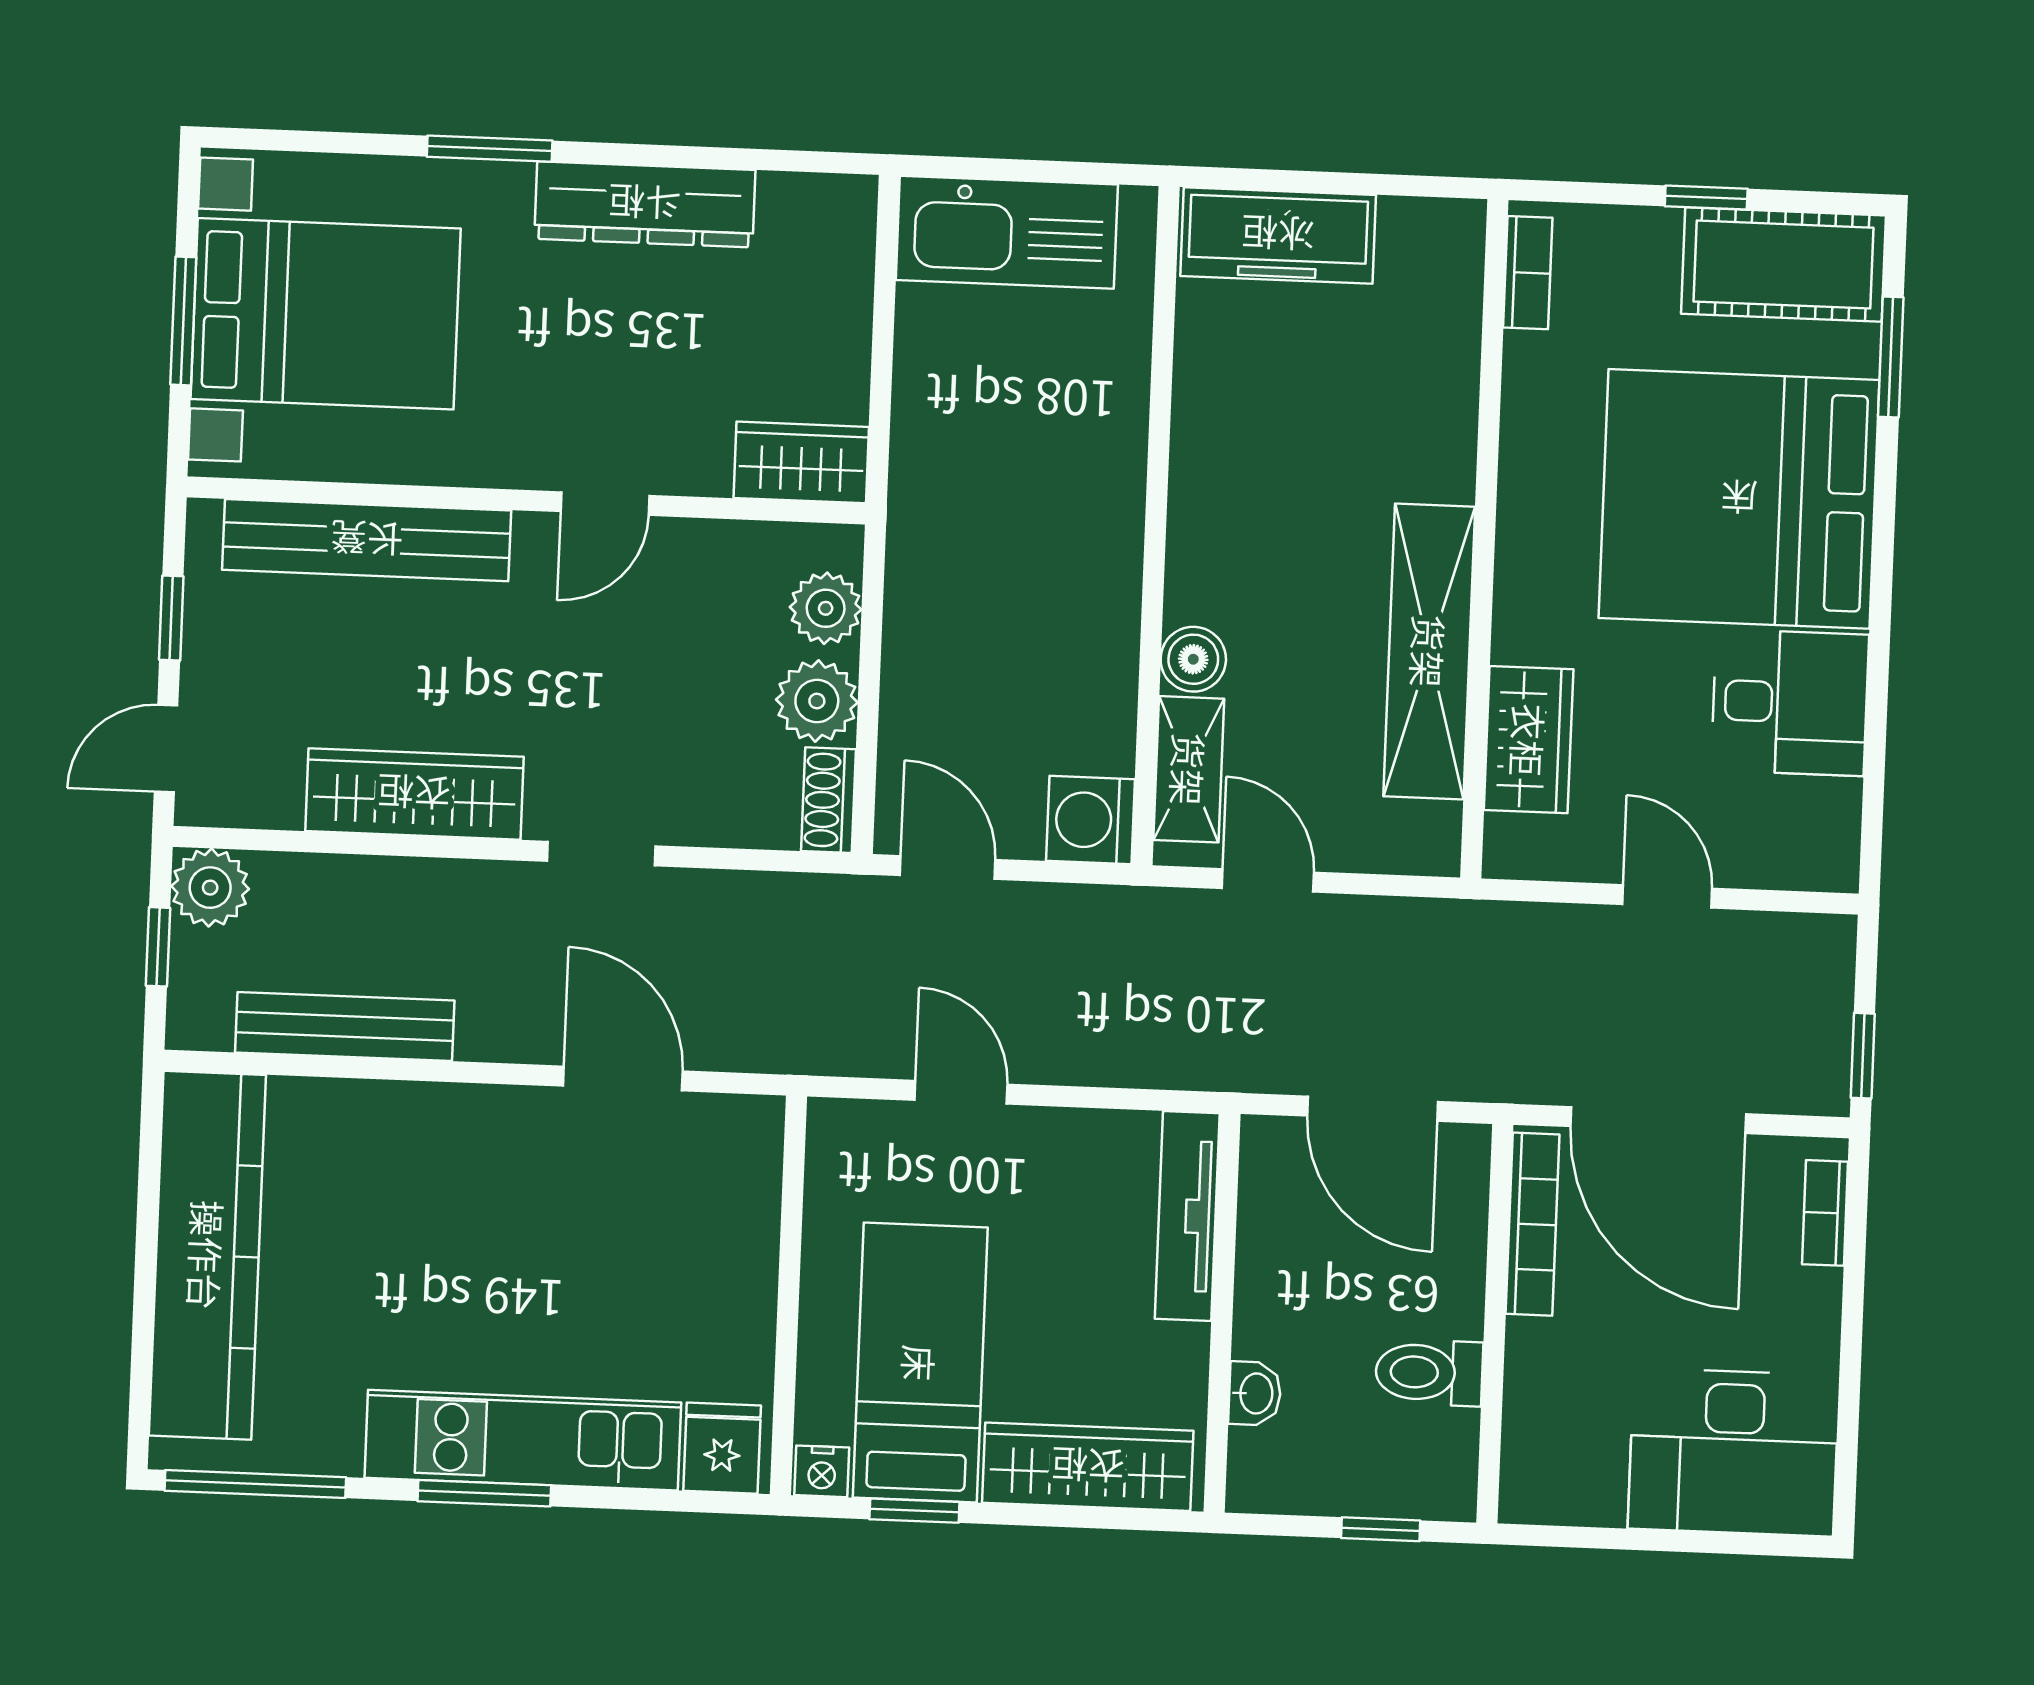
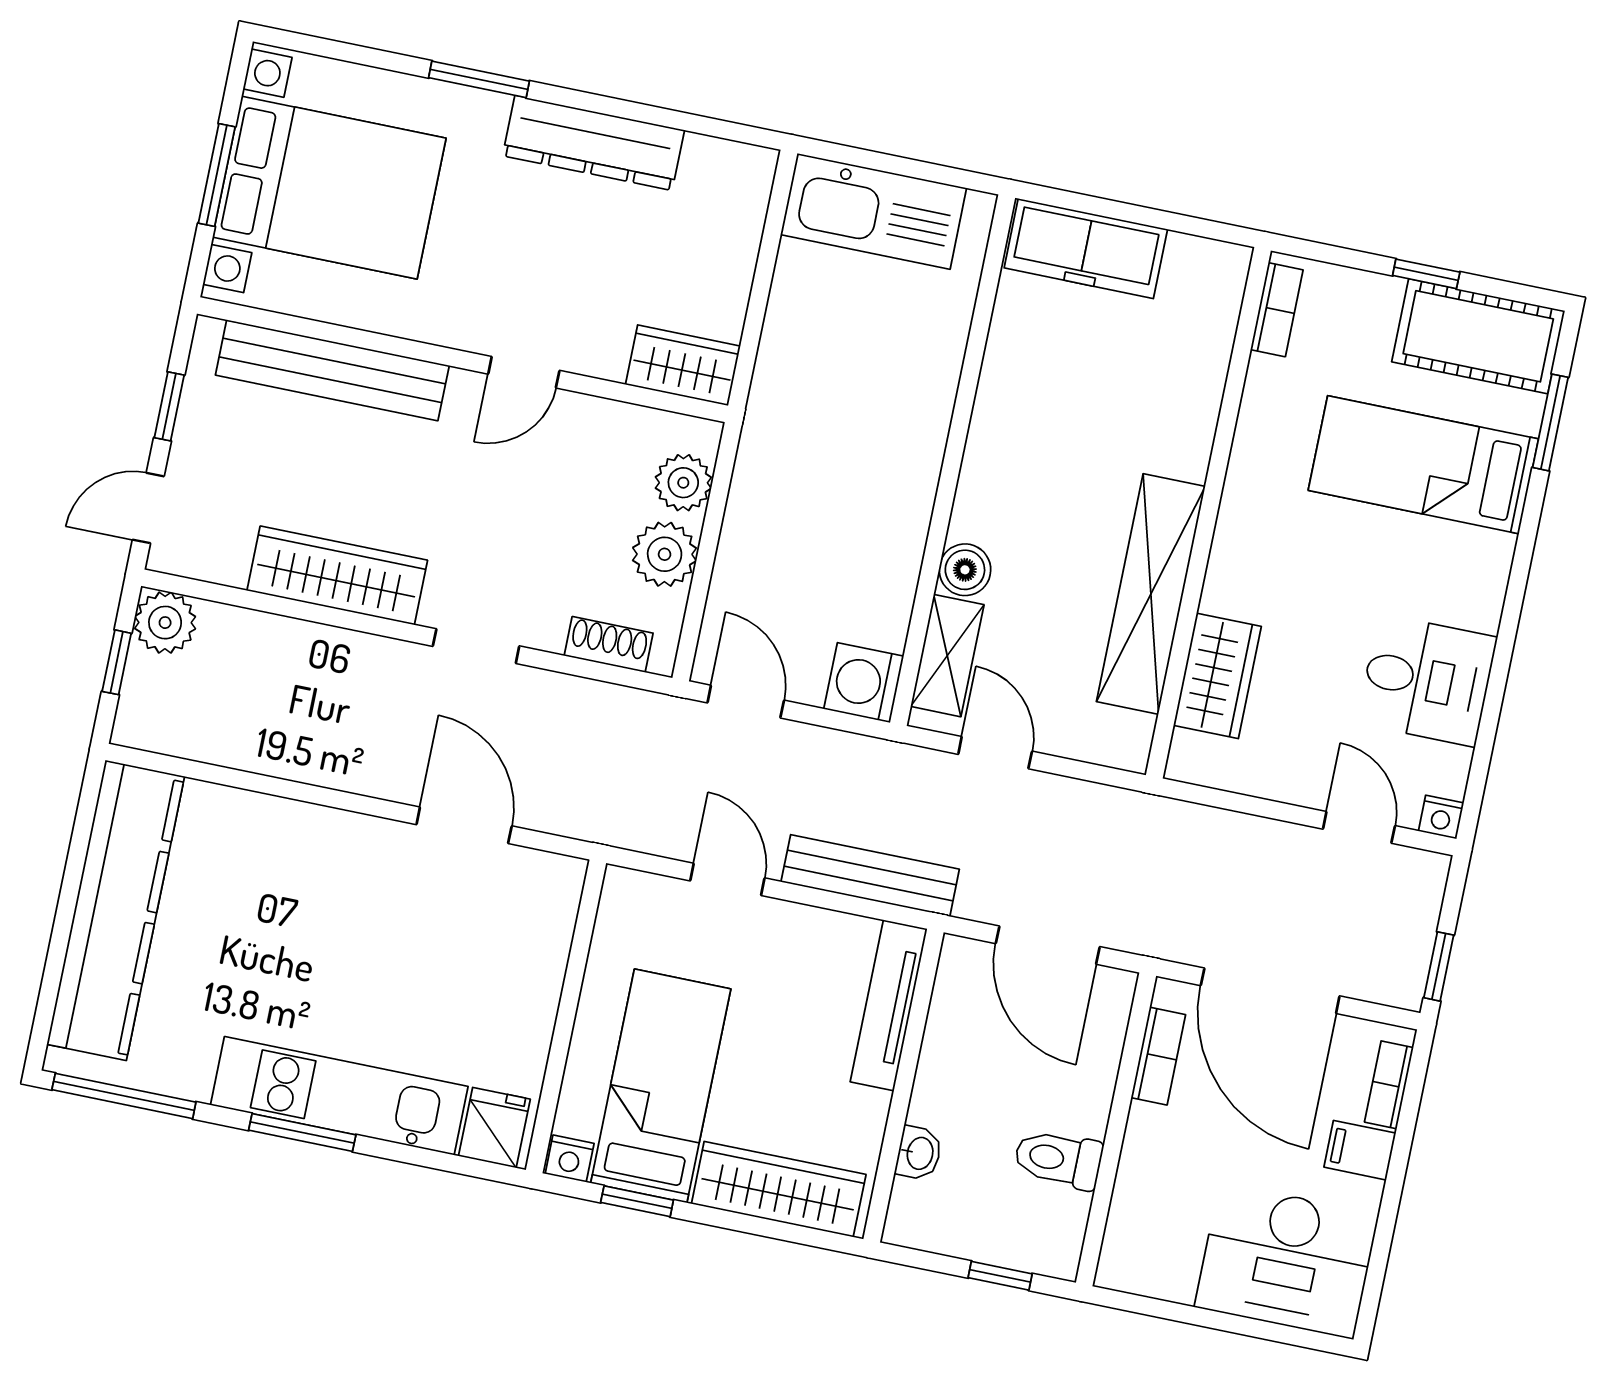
bed: (1739, 499) -> (1423, 465), width x0.49
shoe rack: (829, 800) -> (609, 644), moved, turned 90
nightstand: (1835, 870) -> (1441, 817), added
door: (1667, 896) -> (1359, 827), moved
bench: (345, 1027) -> (870, 875), moved
bookcase: (1533, 1224) -> (1158, 1056), width x0.64
filing cabinet: (1802, 1300) -> (1360, 1150), added

